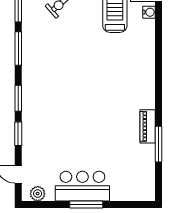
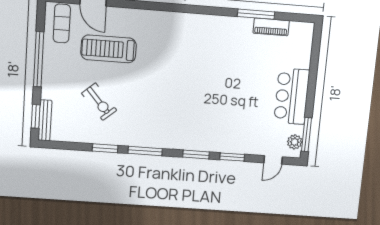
water cooler: (149, 12) -> (117, 13), removed
piano: (148, 126) -> (271, 27), moved
window: (86, 204) -> (307, 134), moved

